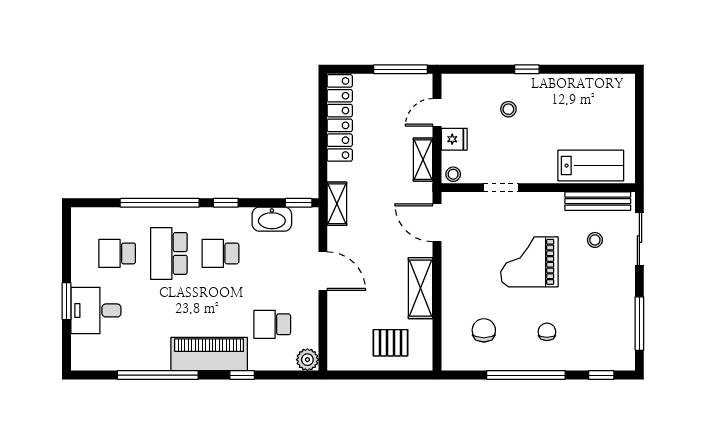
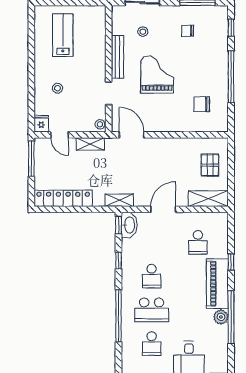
window: (527, 69) -> (31, 76), removed
fridge: (454, 139) -> (41, 124), moved
lab bench: (591, 166) -> (63, 35), moved
bench: (598, 201) -> (117, 57), moved
window: (226, 203) -> (119, 261), moved
washbasin: (272, 219) -> (129, 225), moved
door: (437, 223) -> (132, 135), swing flipped
grand piano: (529, 262) -> (157, 74), turned 180
shelving: (420, 288) -> (208, 199), moved
chair: (547, 332) -> (188, 31), moved
plant: (307, 360) -> (221, 317), moved

